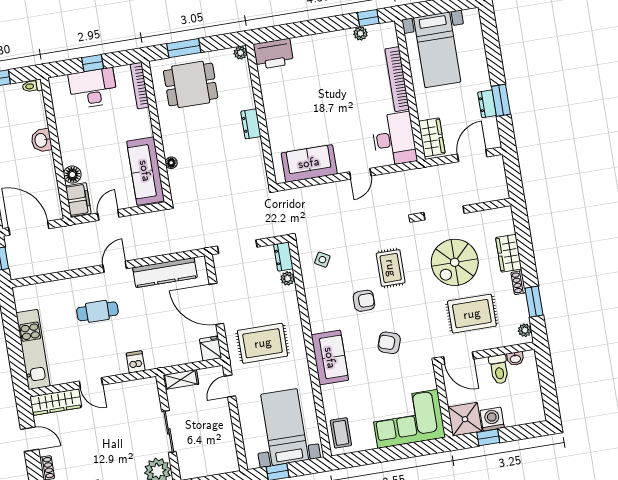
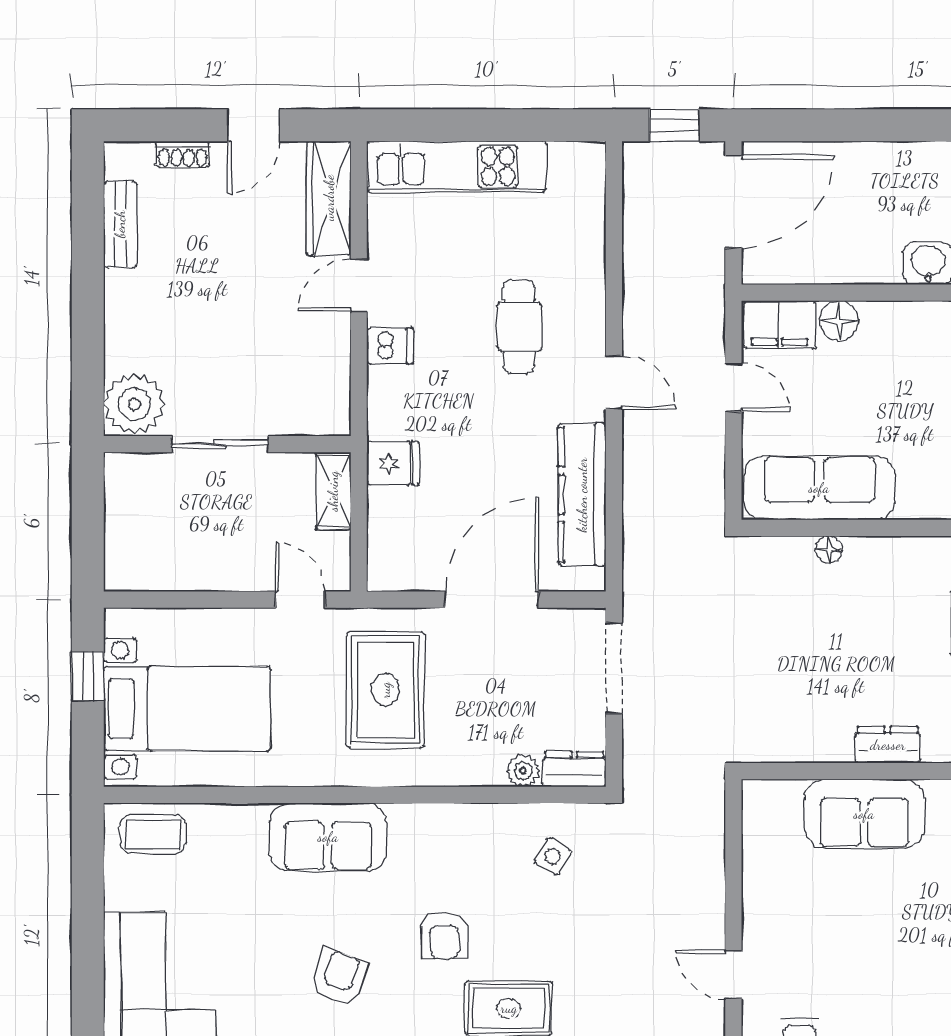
sofa: (309, 163) -> (864, 814), moved, turned 90
fridge: (211, 348) -> (393, 463), moved
dishwasher: (136, 362) -> (390, 346), moved

